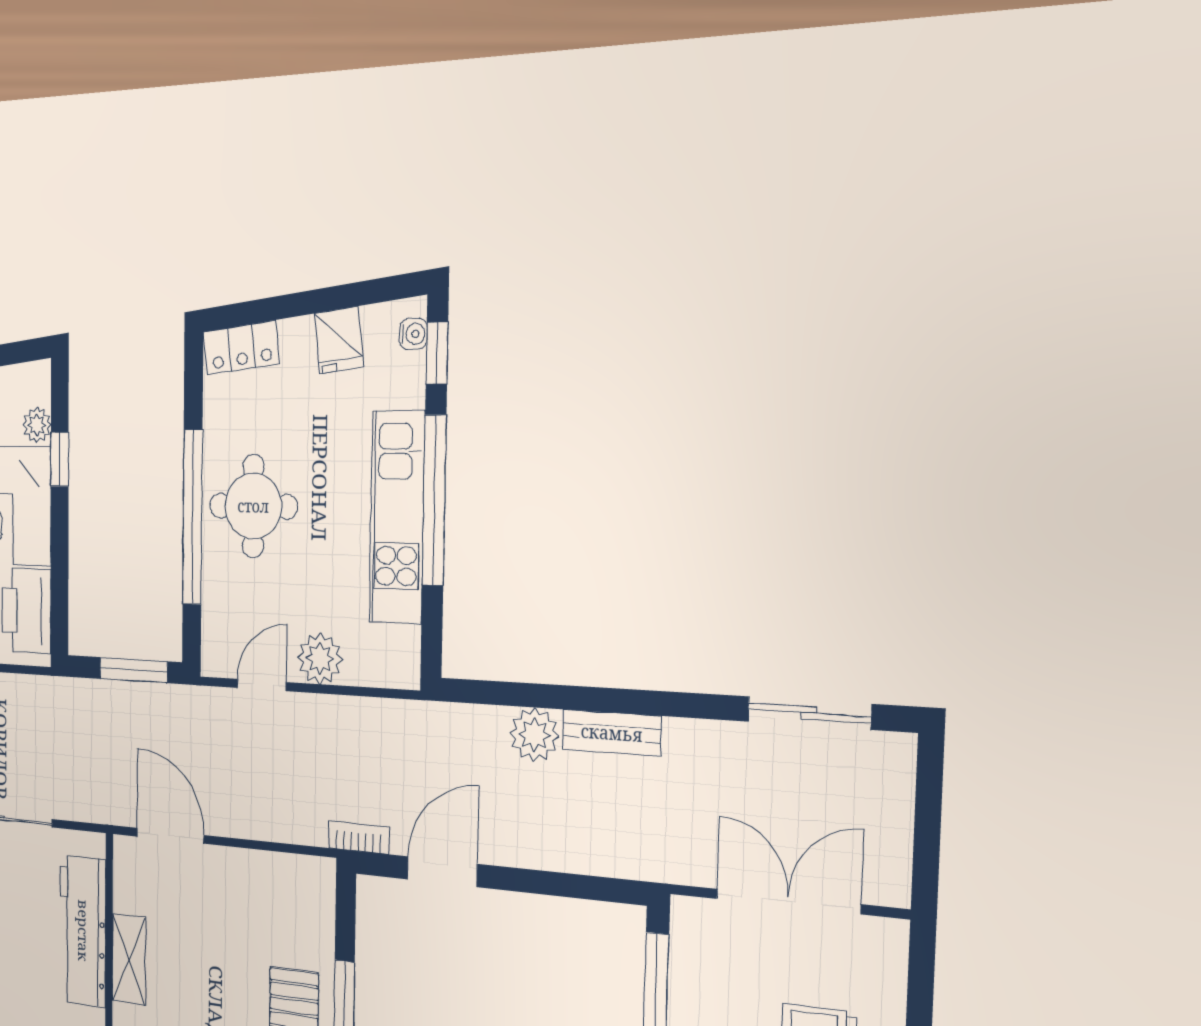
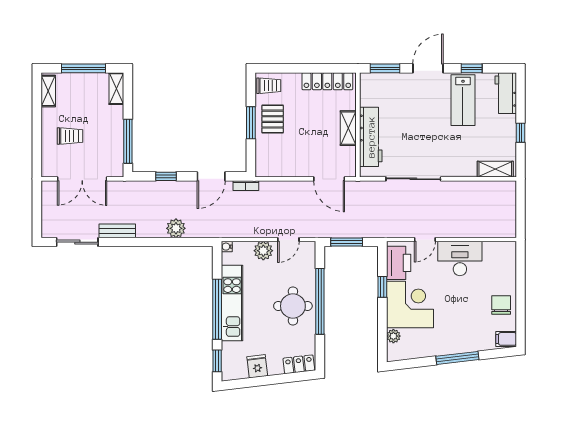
water cooler: (413, 334) -> (227, 247), moved
window: (60, 459) -> (382, 287), moved
bench: (612, 733) -> (117, 231), moved
window: (556, 884) -> (166, 176), added

